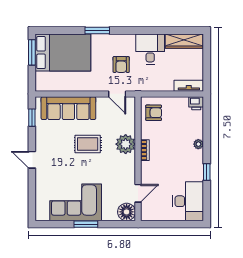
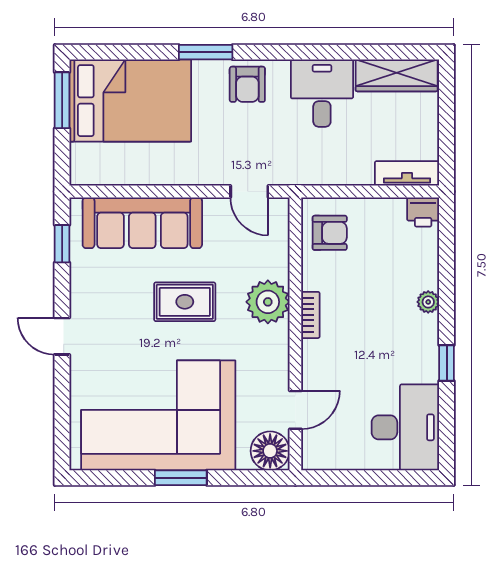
armchair: (121, 65) -> (247, 84), moved
corner sofa: (76, 202) -> (158, 415), width x1.36, depth x1.36

